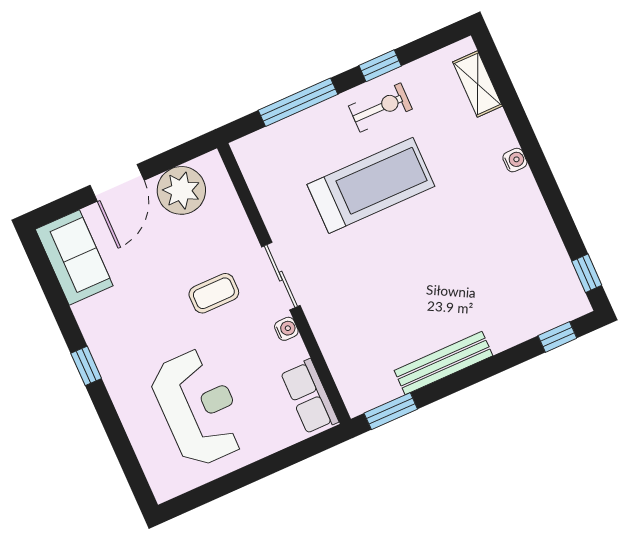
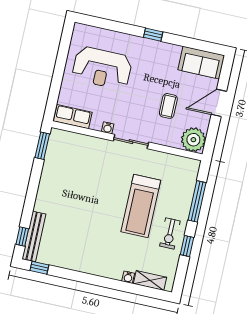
water cooler: (515, 160) -> (128, 277), moved
door: (117, 183) -> (219, 103), hinge flipped
plant: (181, 190) -> (193, 140), moved
coffee table: (214, 293) -> (168, 106), moved
bench: (444, 363) -> (34, 236), moved

